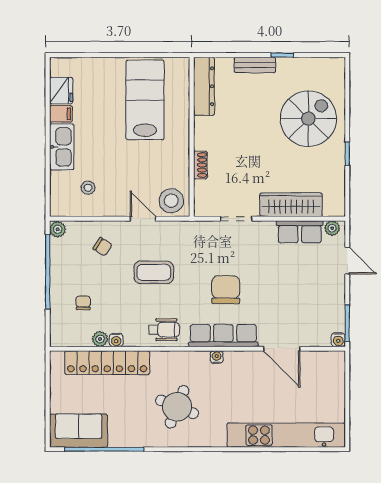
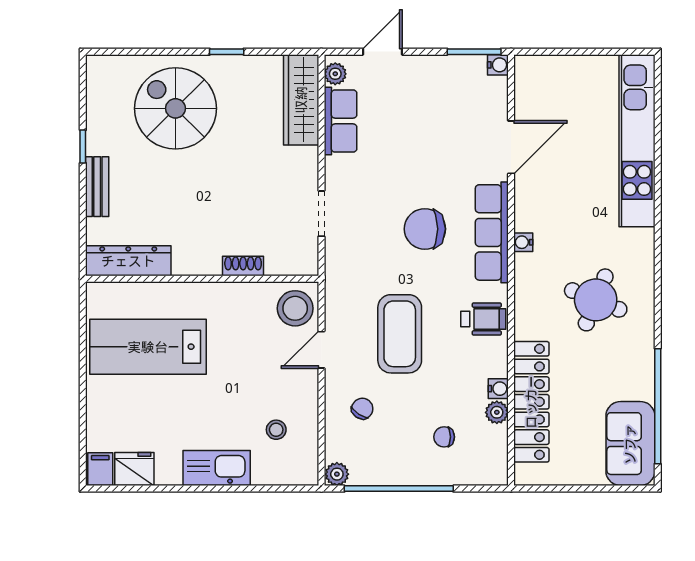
filing cabinet: (61, 114) -> (100, 469), moved
wardrobe: (291, 205) -> (301, 100), moved
coffee table: (154, 272) -> (400, 334), width x1.36, depth x1.32
wheelchair: (164, 330) -> (483, 319), turned 90

